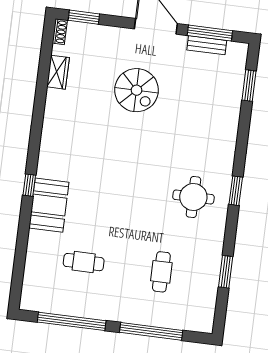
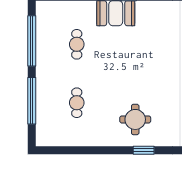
cafe table: (161, 272) -> (77, 103), turned 90
window: (226, 272) -> (83, 150), removed

